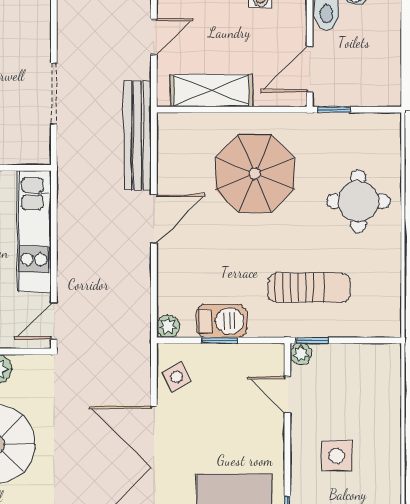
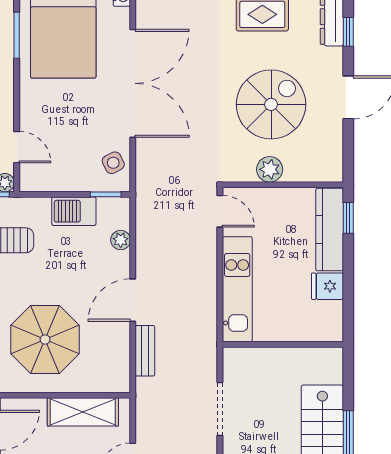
bench: (138, 135) -> (145, 351), width x0.54, depth x0.82
door: (54, 321) -> (220, 211), hinge flipped
plant: (168, 326) -> (121, 240), moved
window: (220, 340) -> (106, 194), moved

